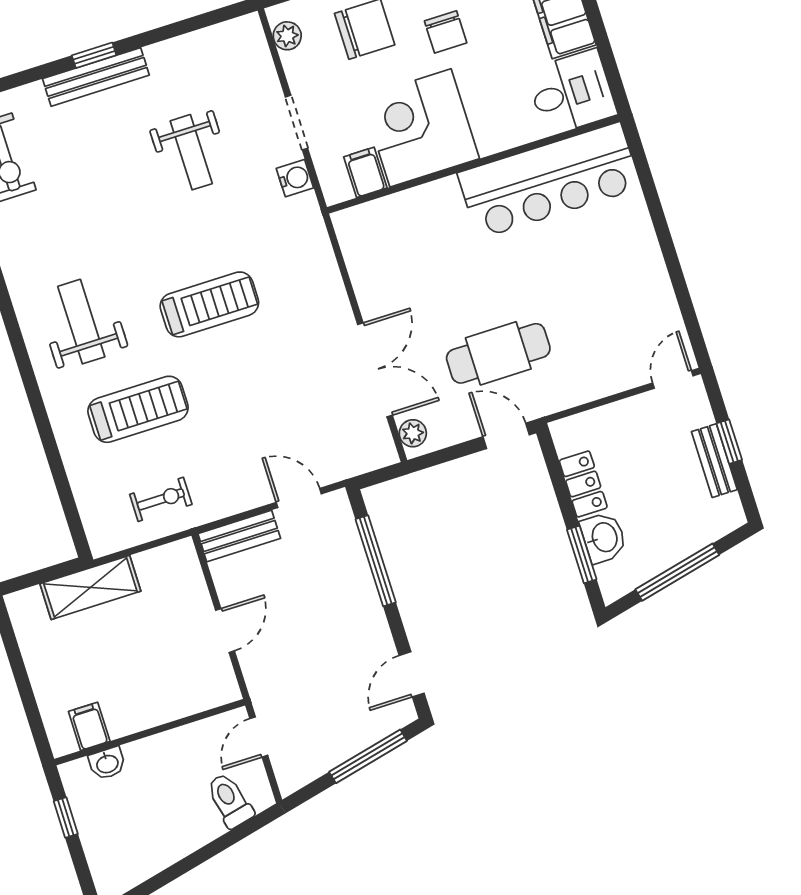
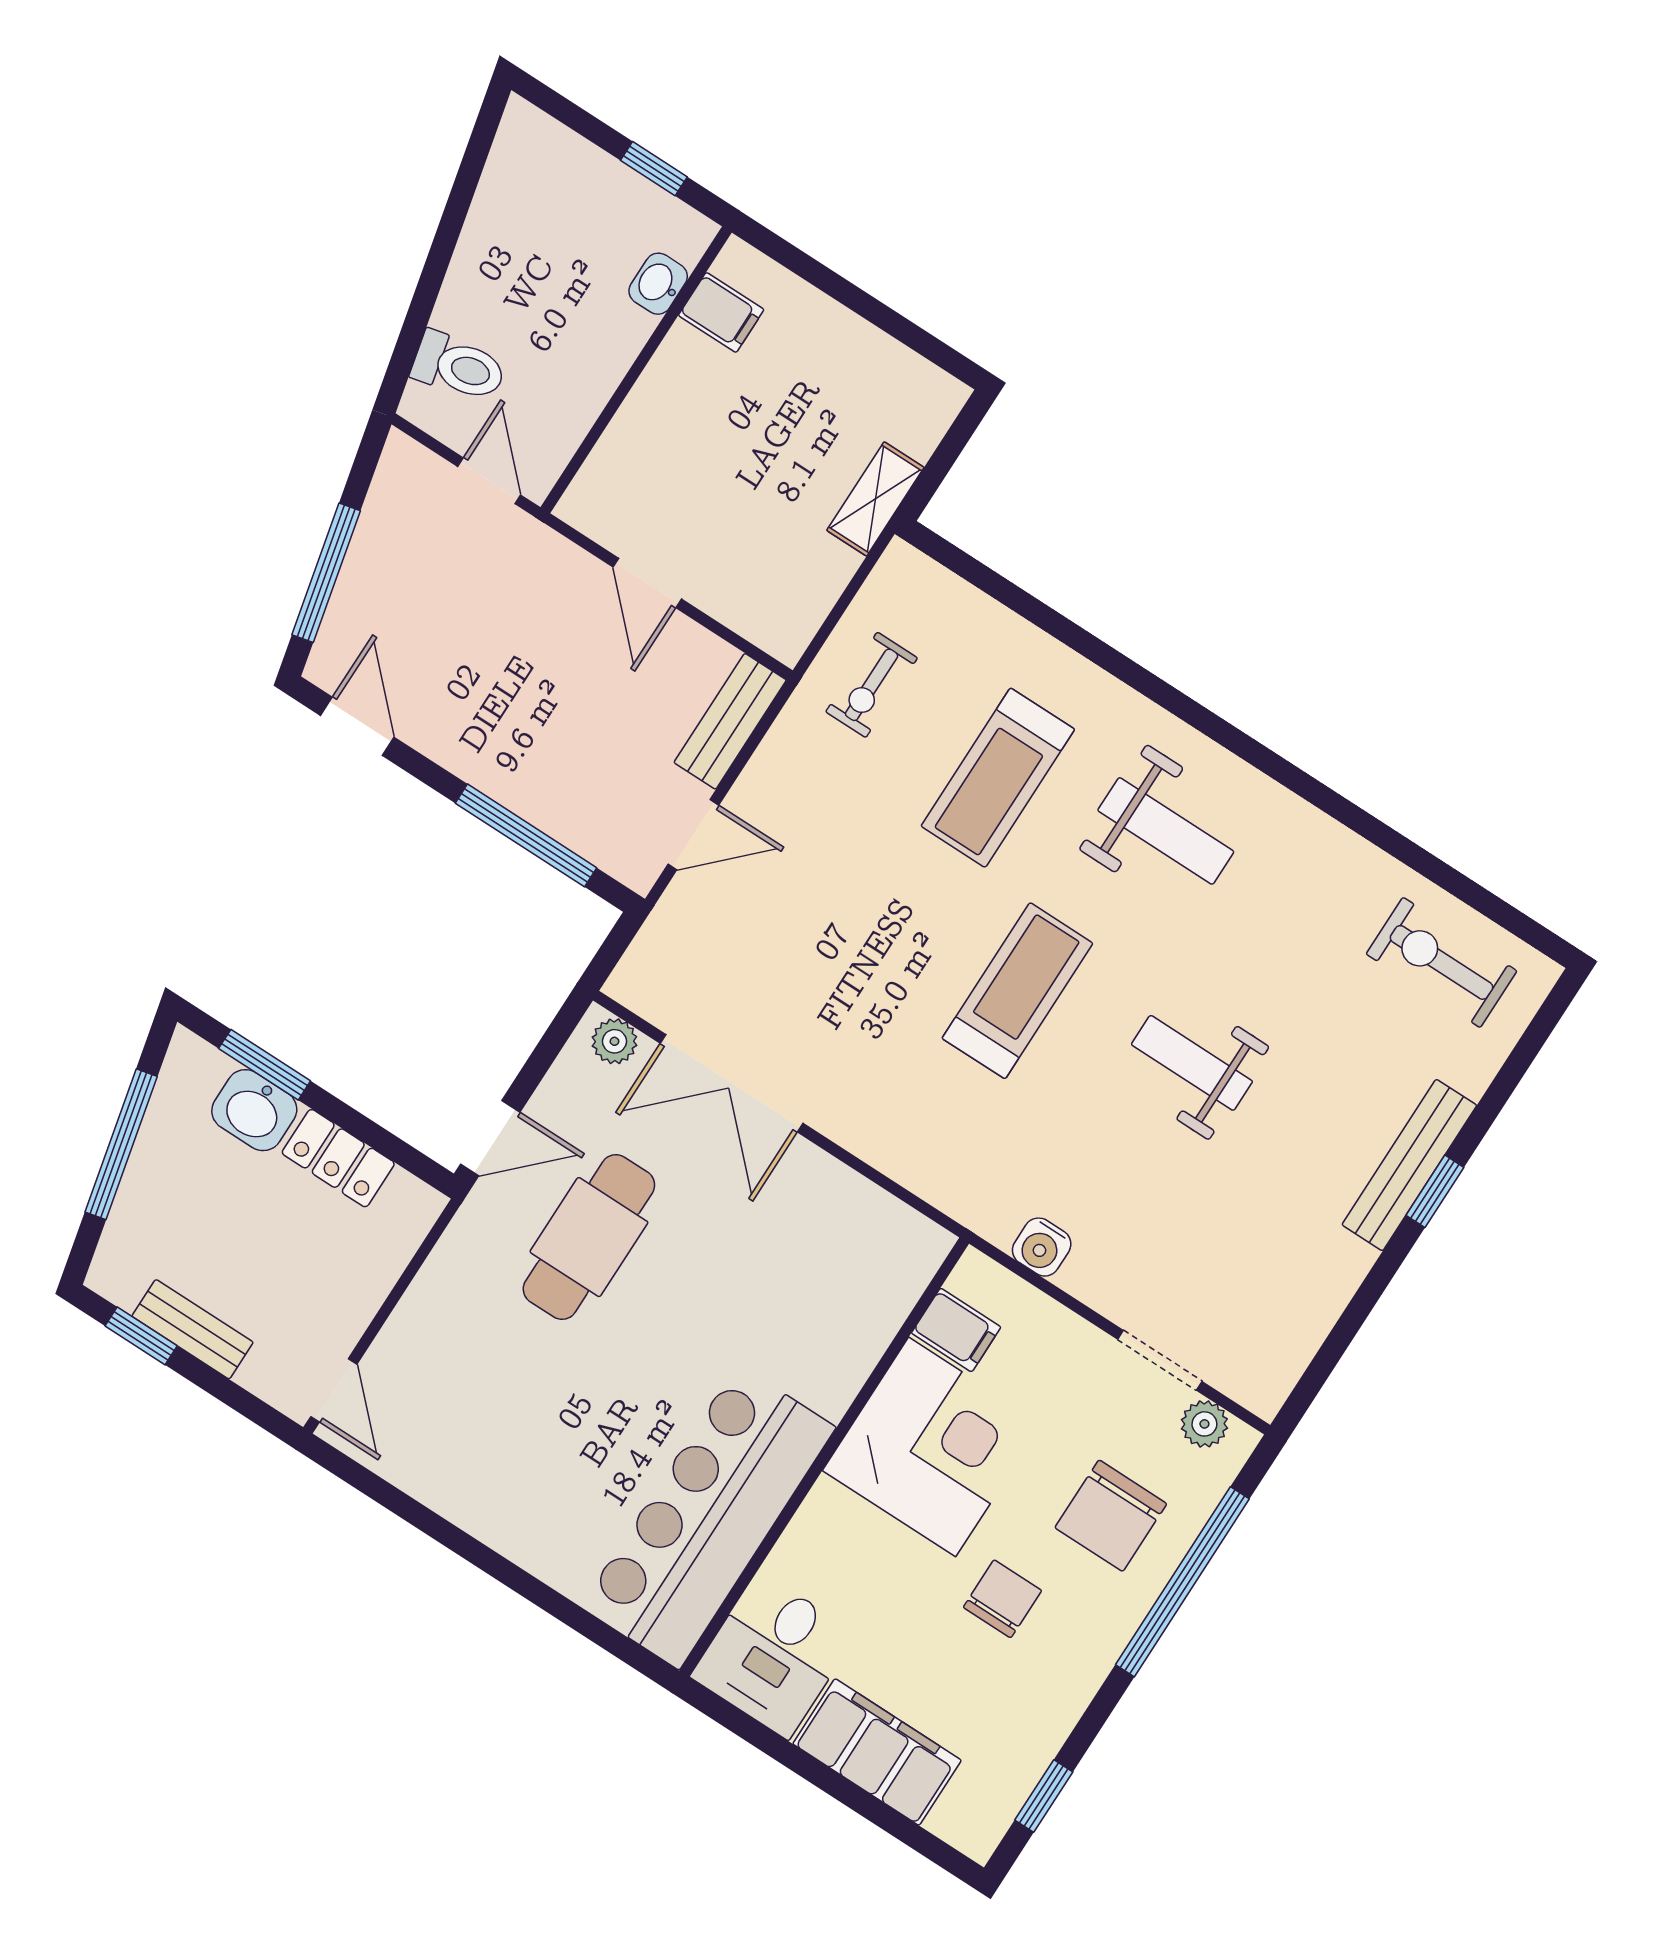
chair: (446, 32) -> (1002, 1599), turned 90
doorway: (297, 123) -> (1160, 1360), moved
weight bench: (191, 152) -> (1192, 1063), moved
treadmill: (209, 304) -> (1017, 991), turned 180
window: (729, 442) -> (141, 1336), moved
shelving: (90, 587) -> (875, 499), width x0.67, depth x0.75

